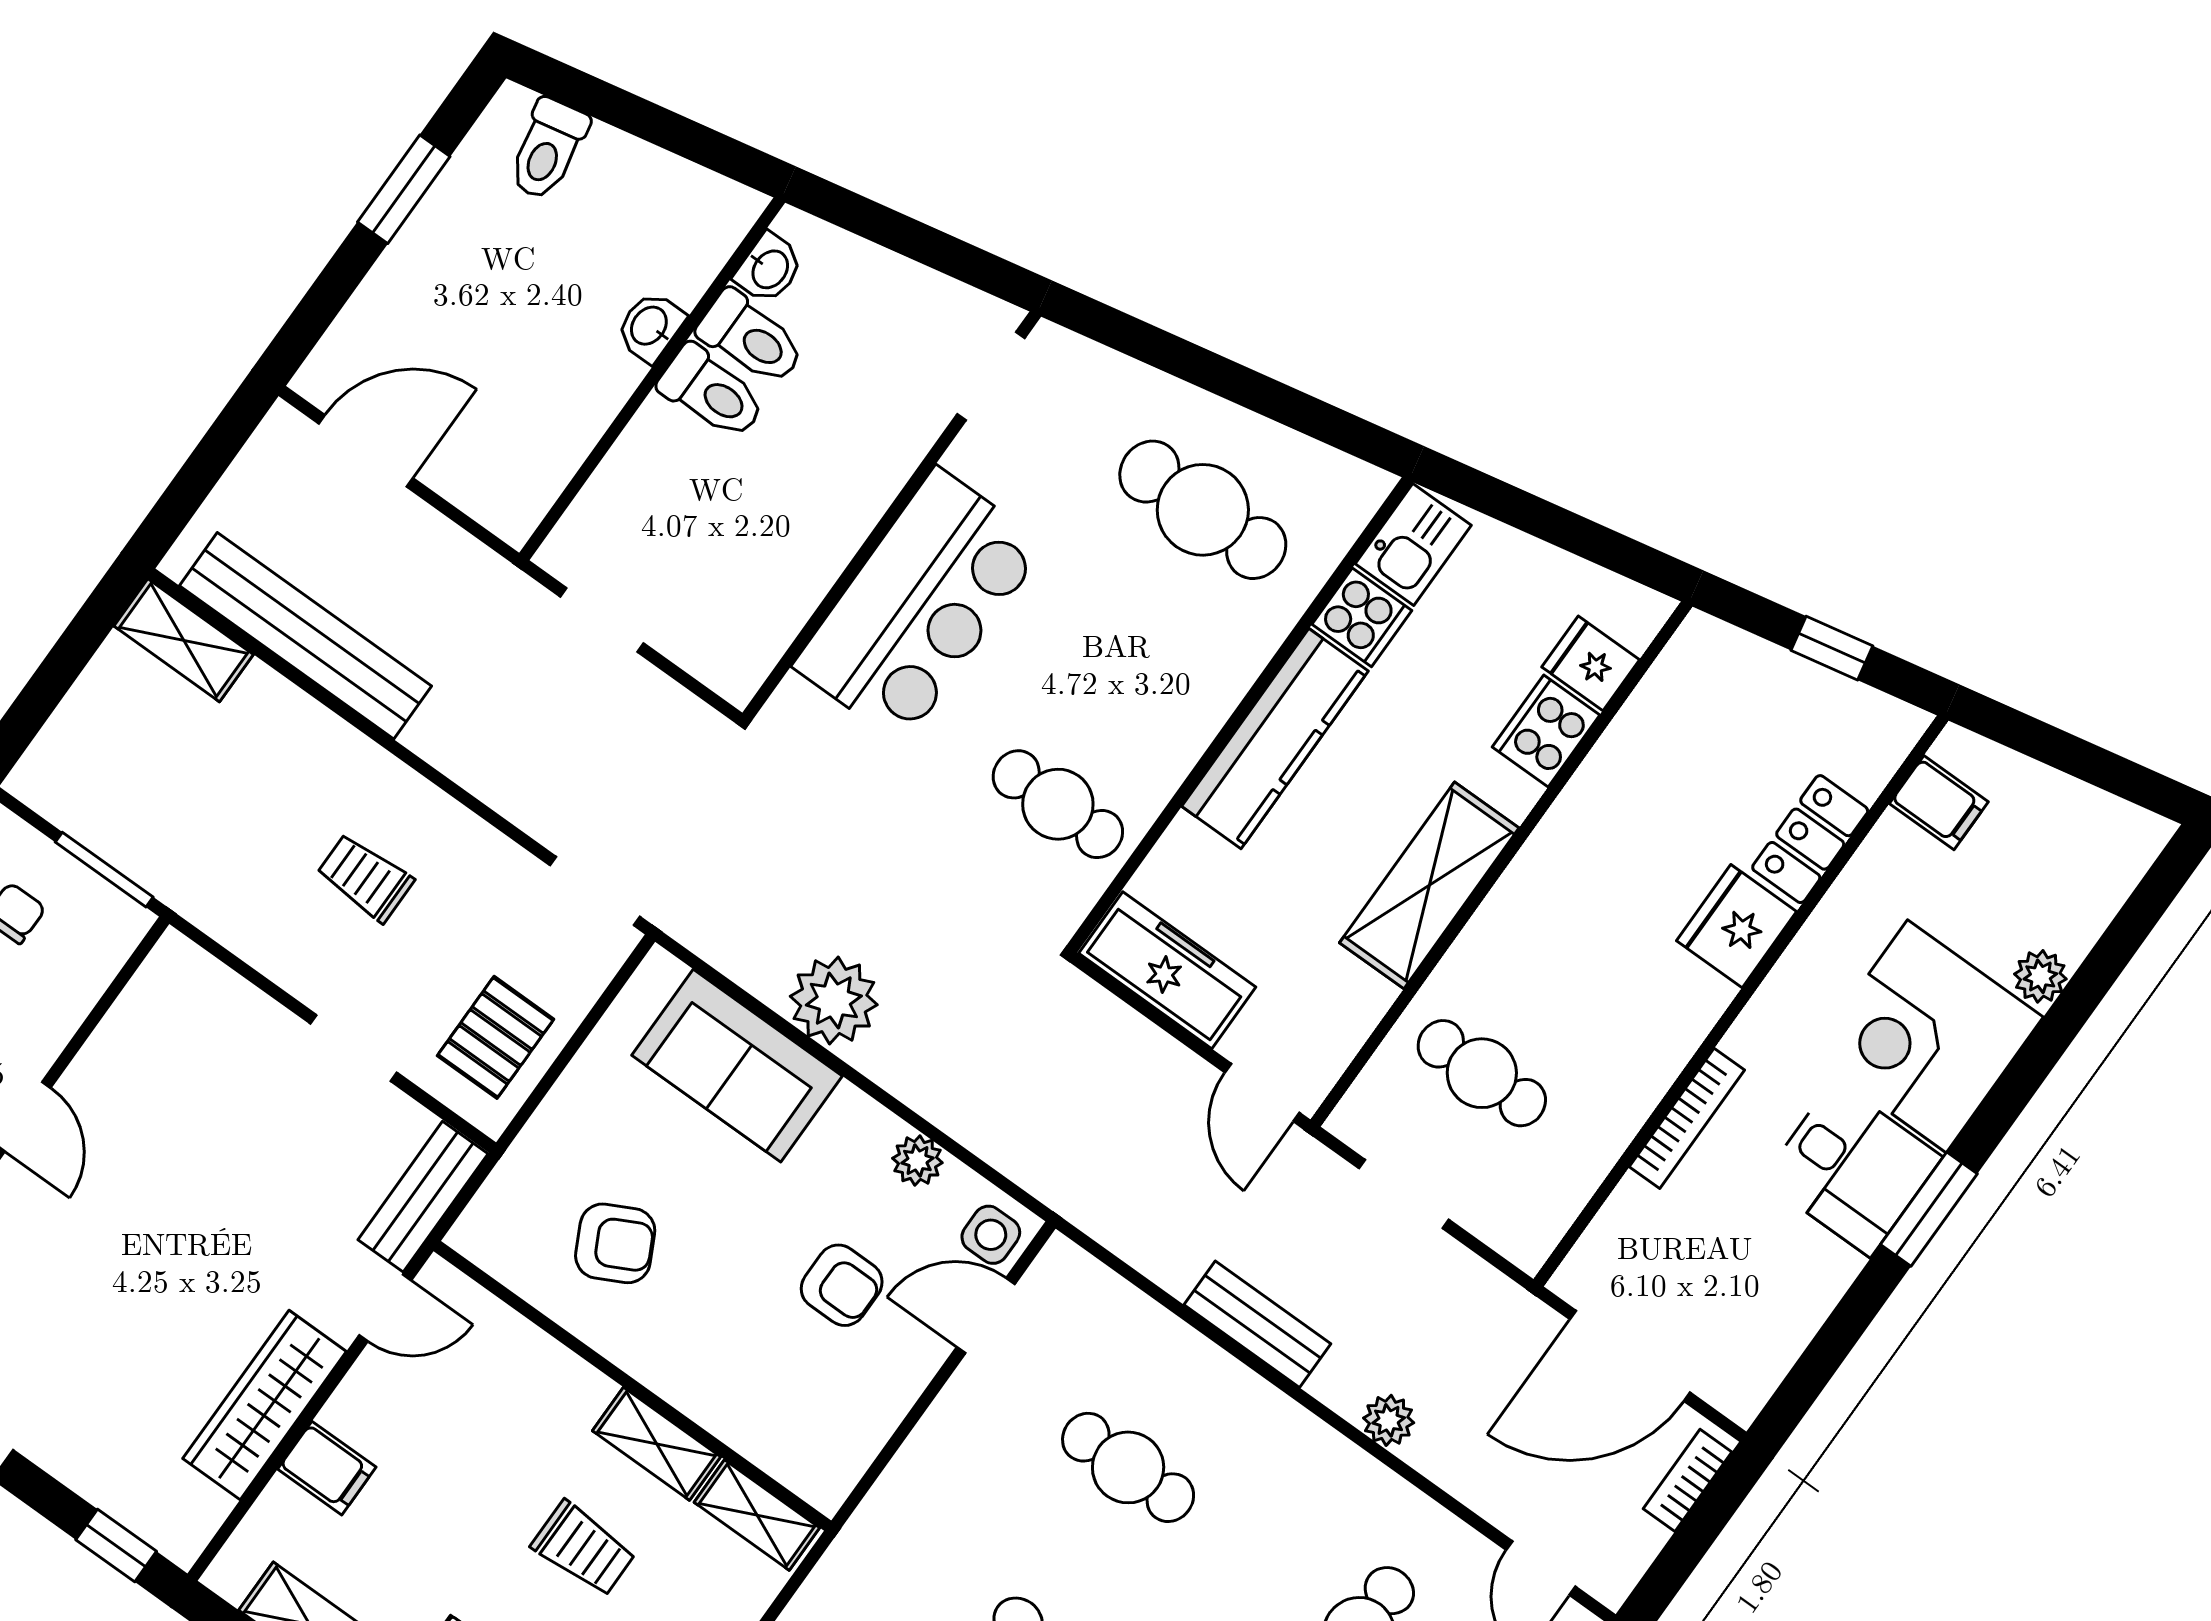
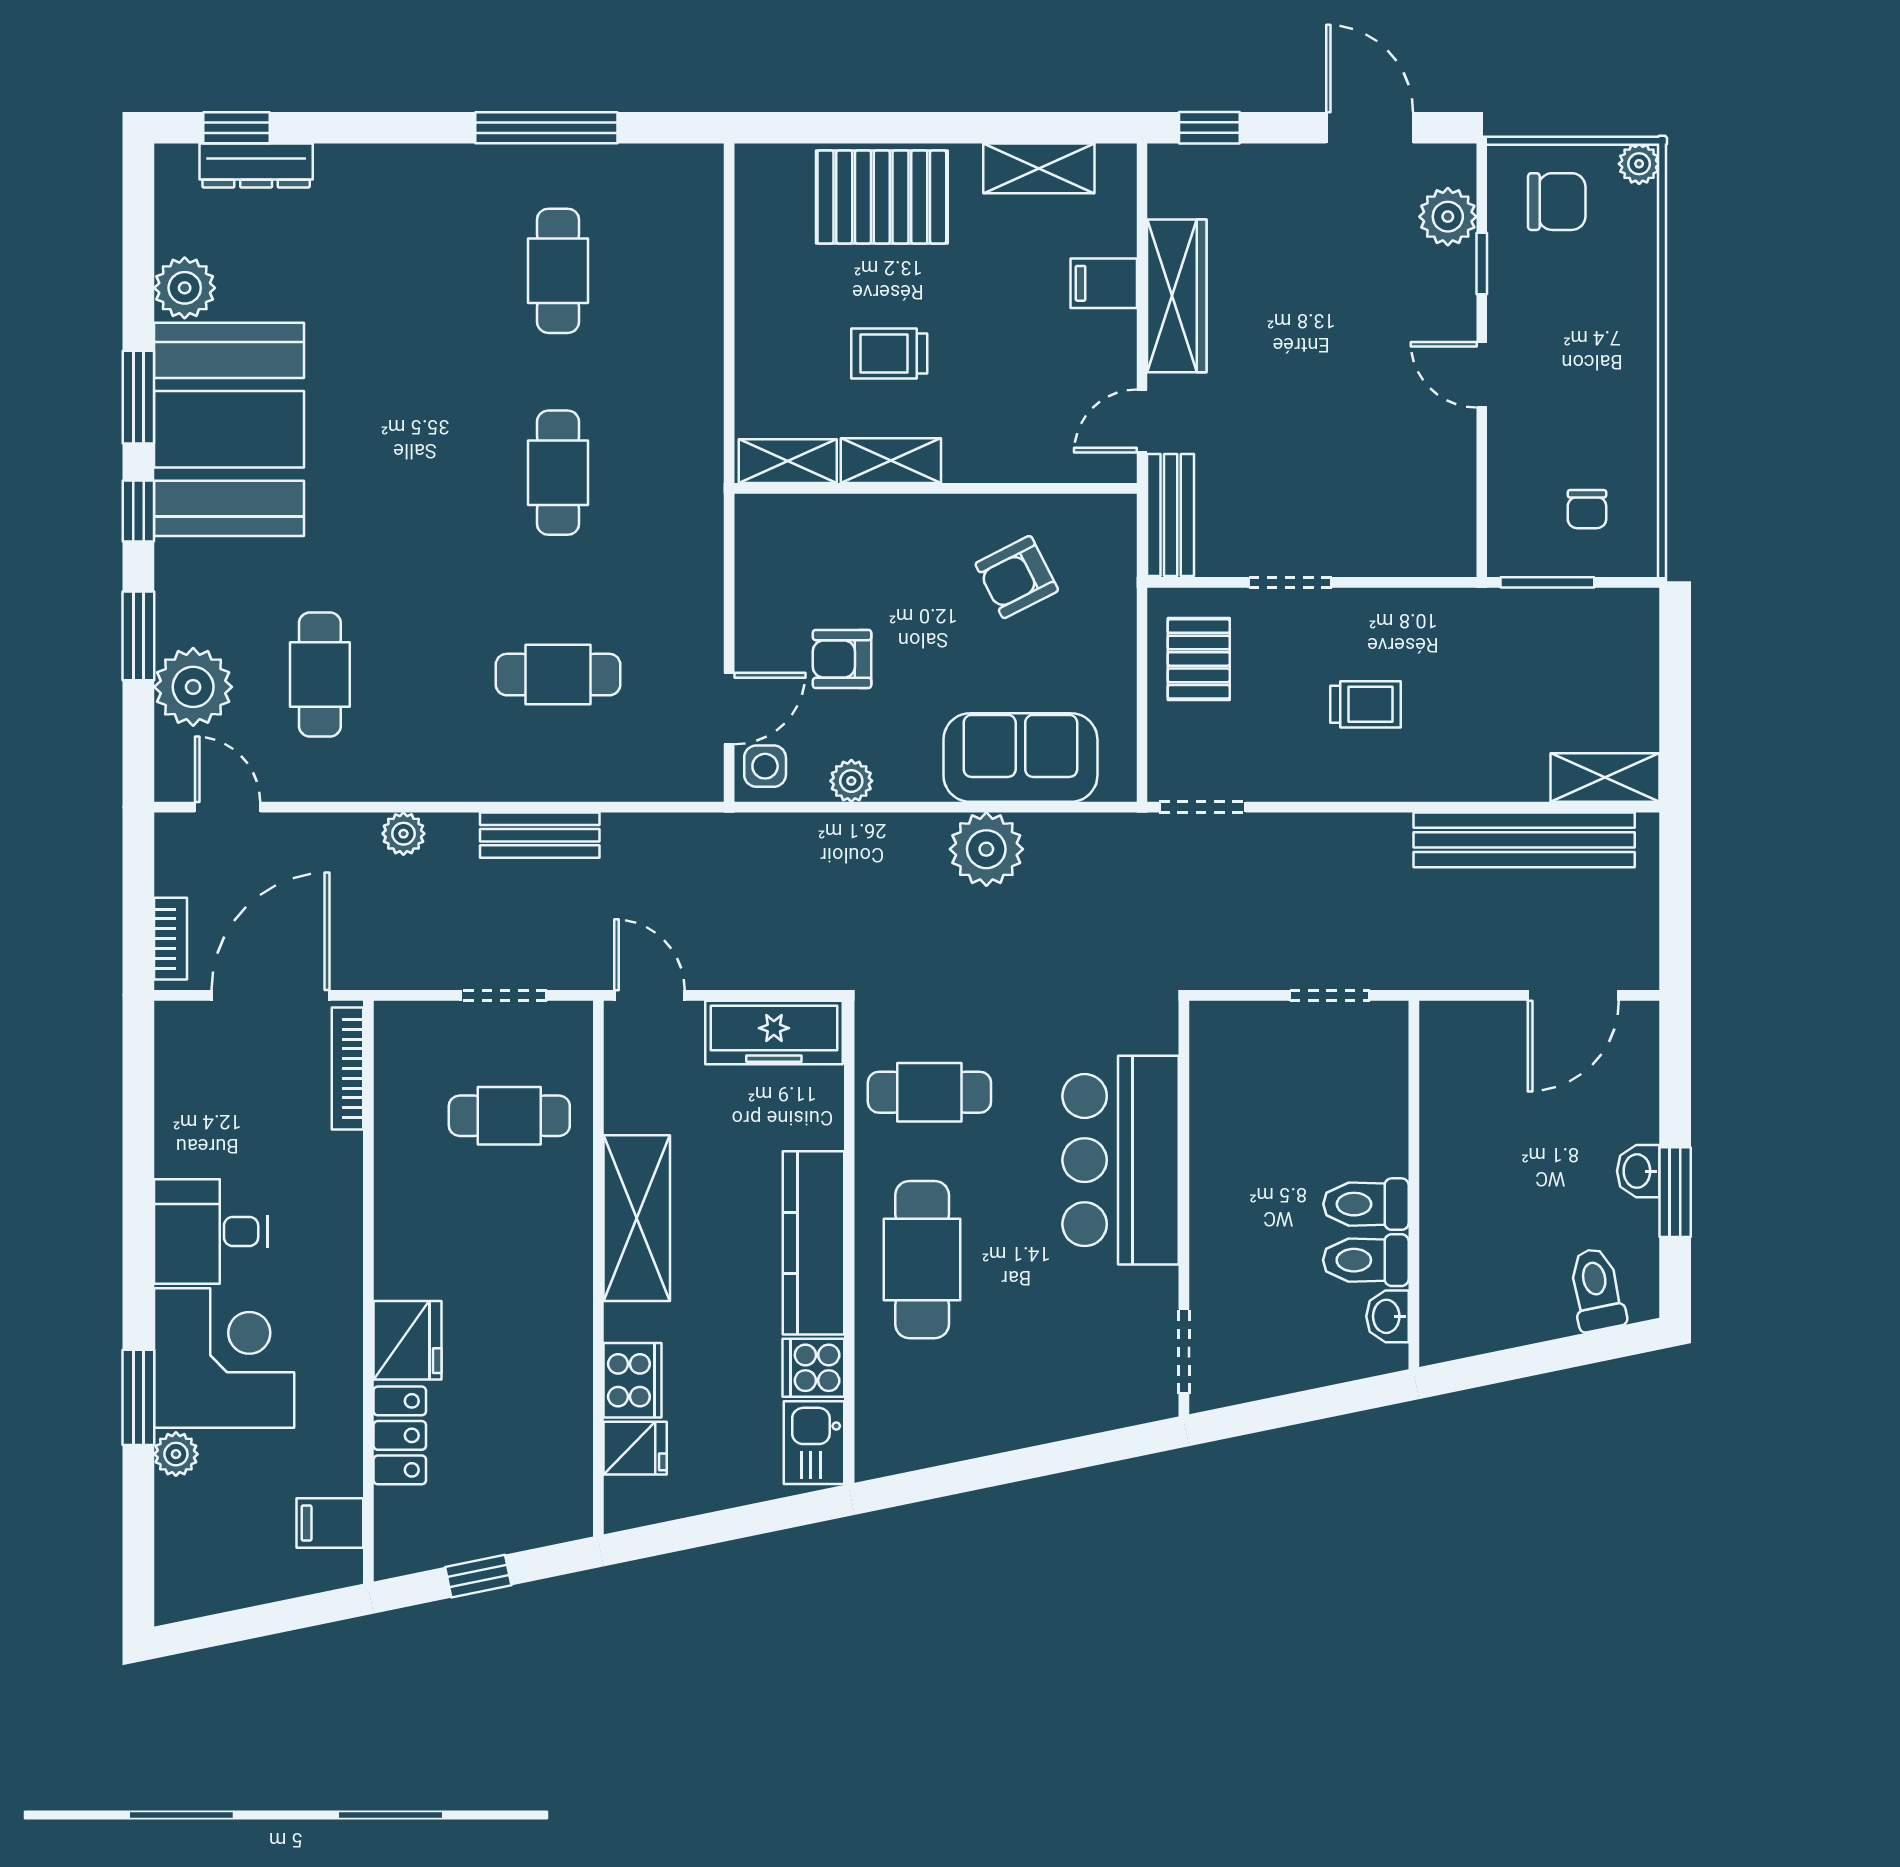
washbasin: (650, 327) -> (1638, 1171), moved, turned 180
cafe table: (1203, 510) -> (922, 1260), moved, turned 90
bookcase: (1687, 1118) -> (347, 1068), moved
window: (1929, 1209) -> (138, 1397), moved

